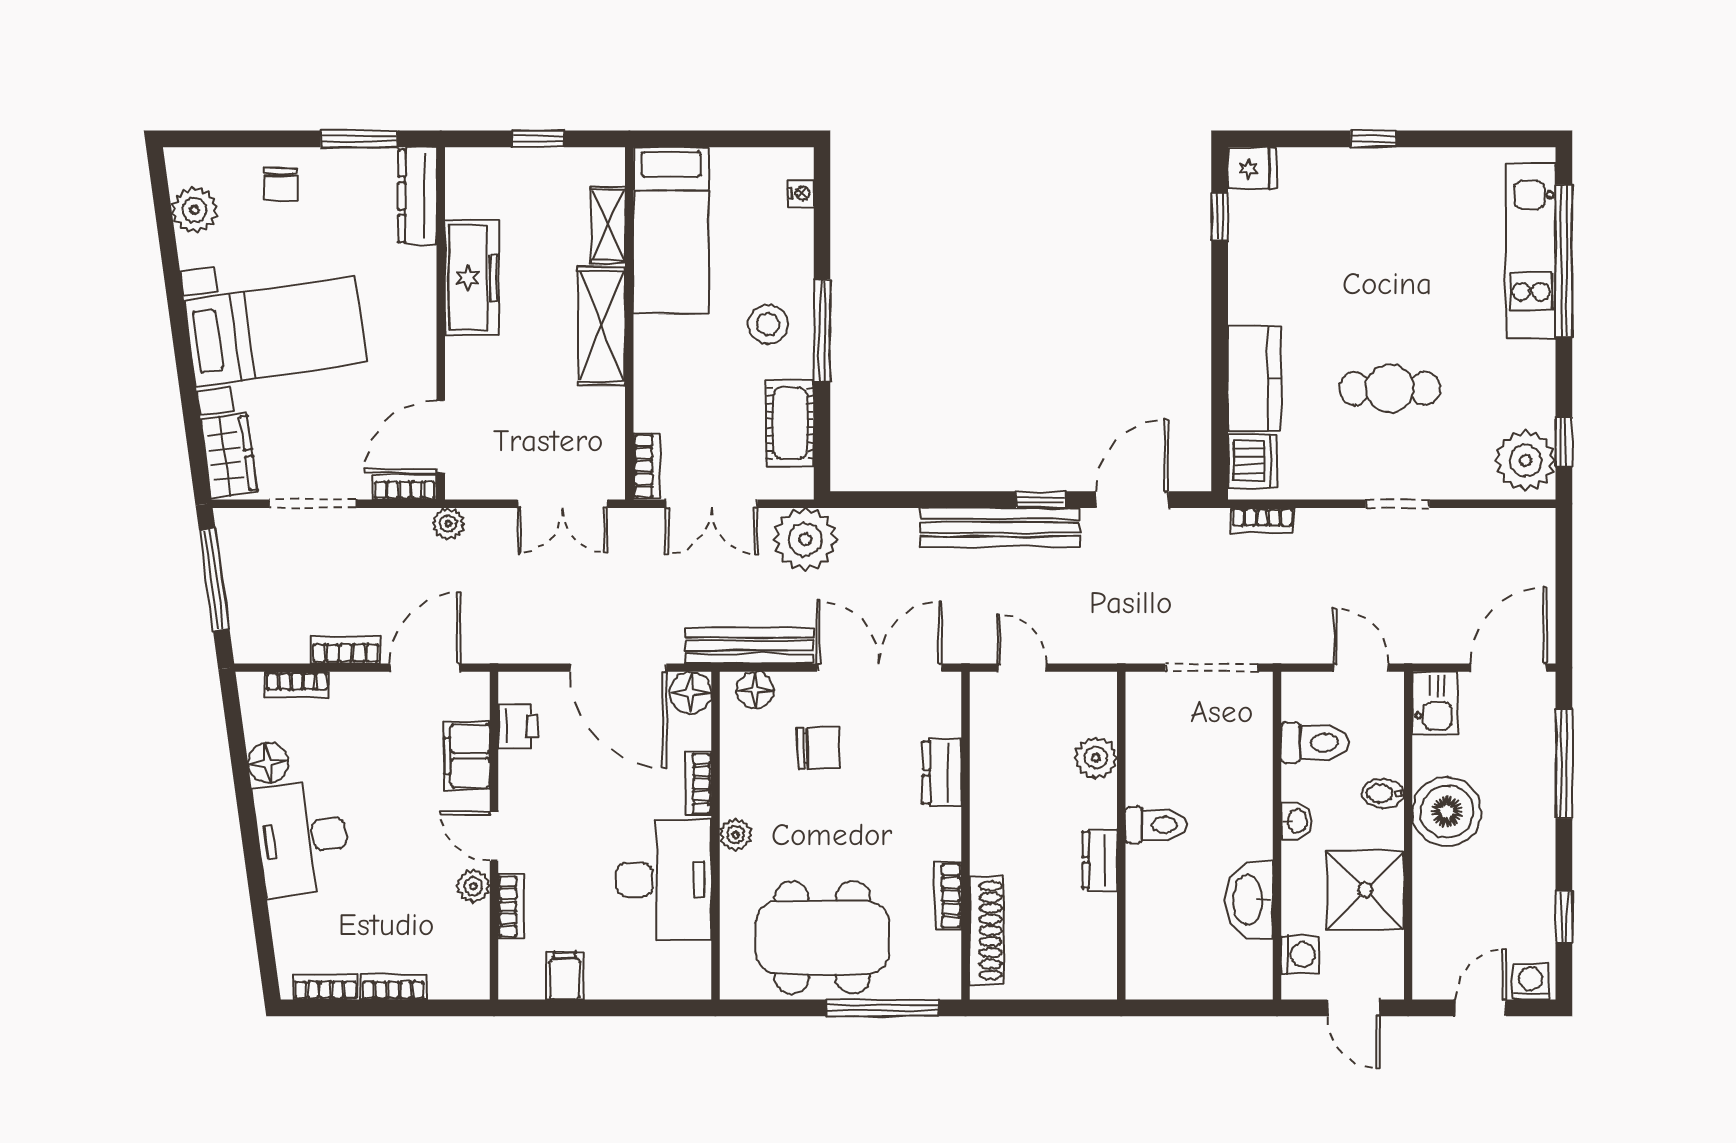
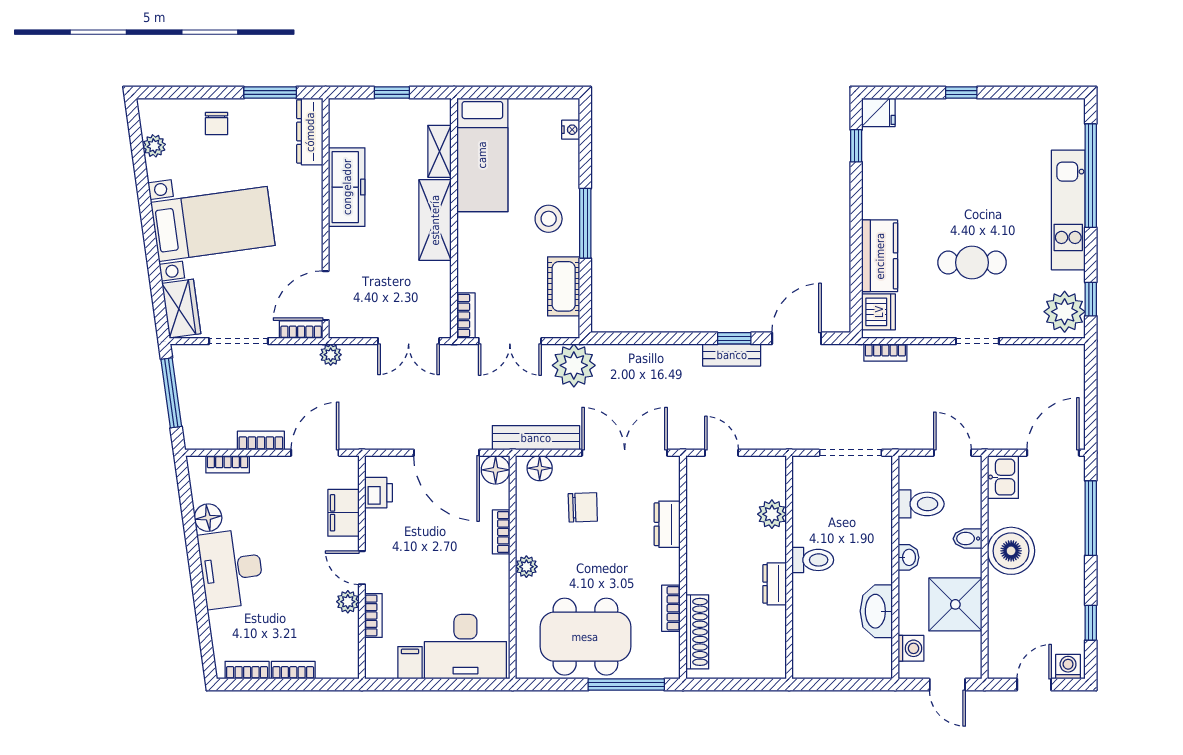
plant: (195, 210) -> (154, 146), width x0.73, depth x0.73
kitchen unit: (1531, 251) -> (1068, 210), moved
bench: (1000, 527) -> (732, 355), width x0.54, depth x0.82
desk: (664, 880) -> (465, 647), moved, turned 90

